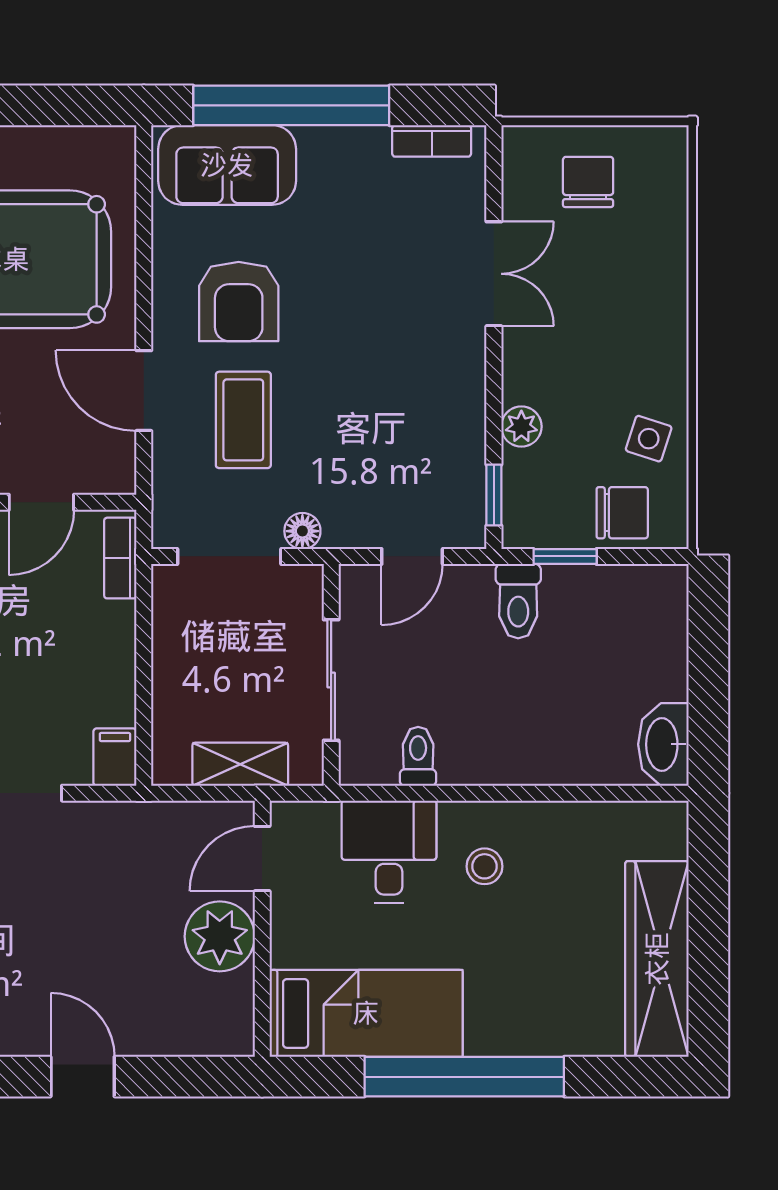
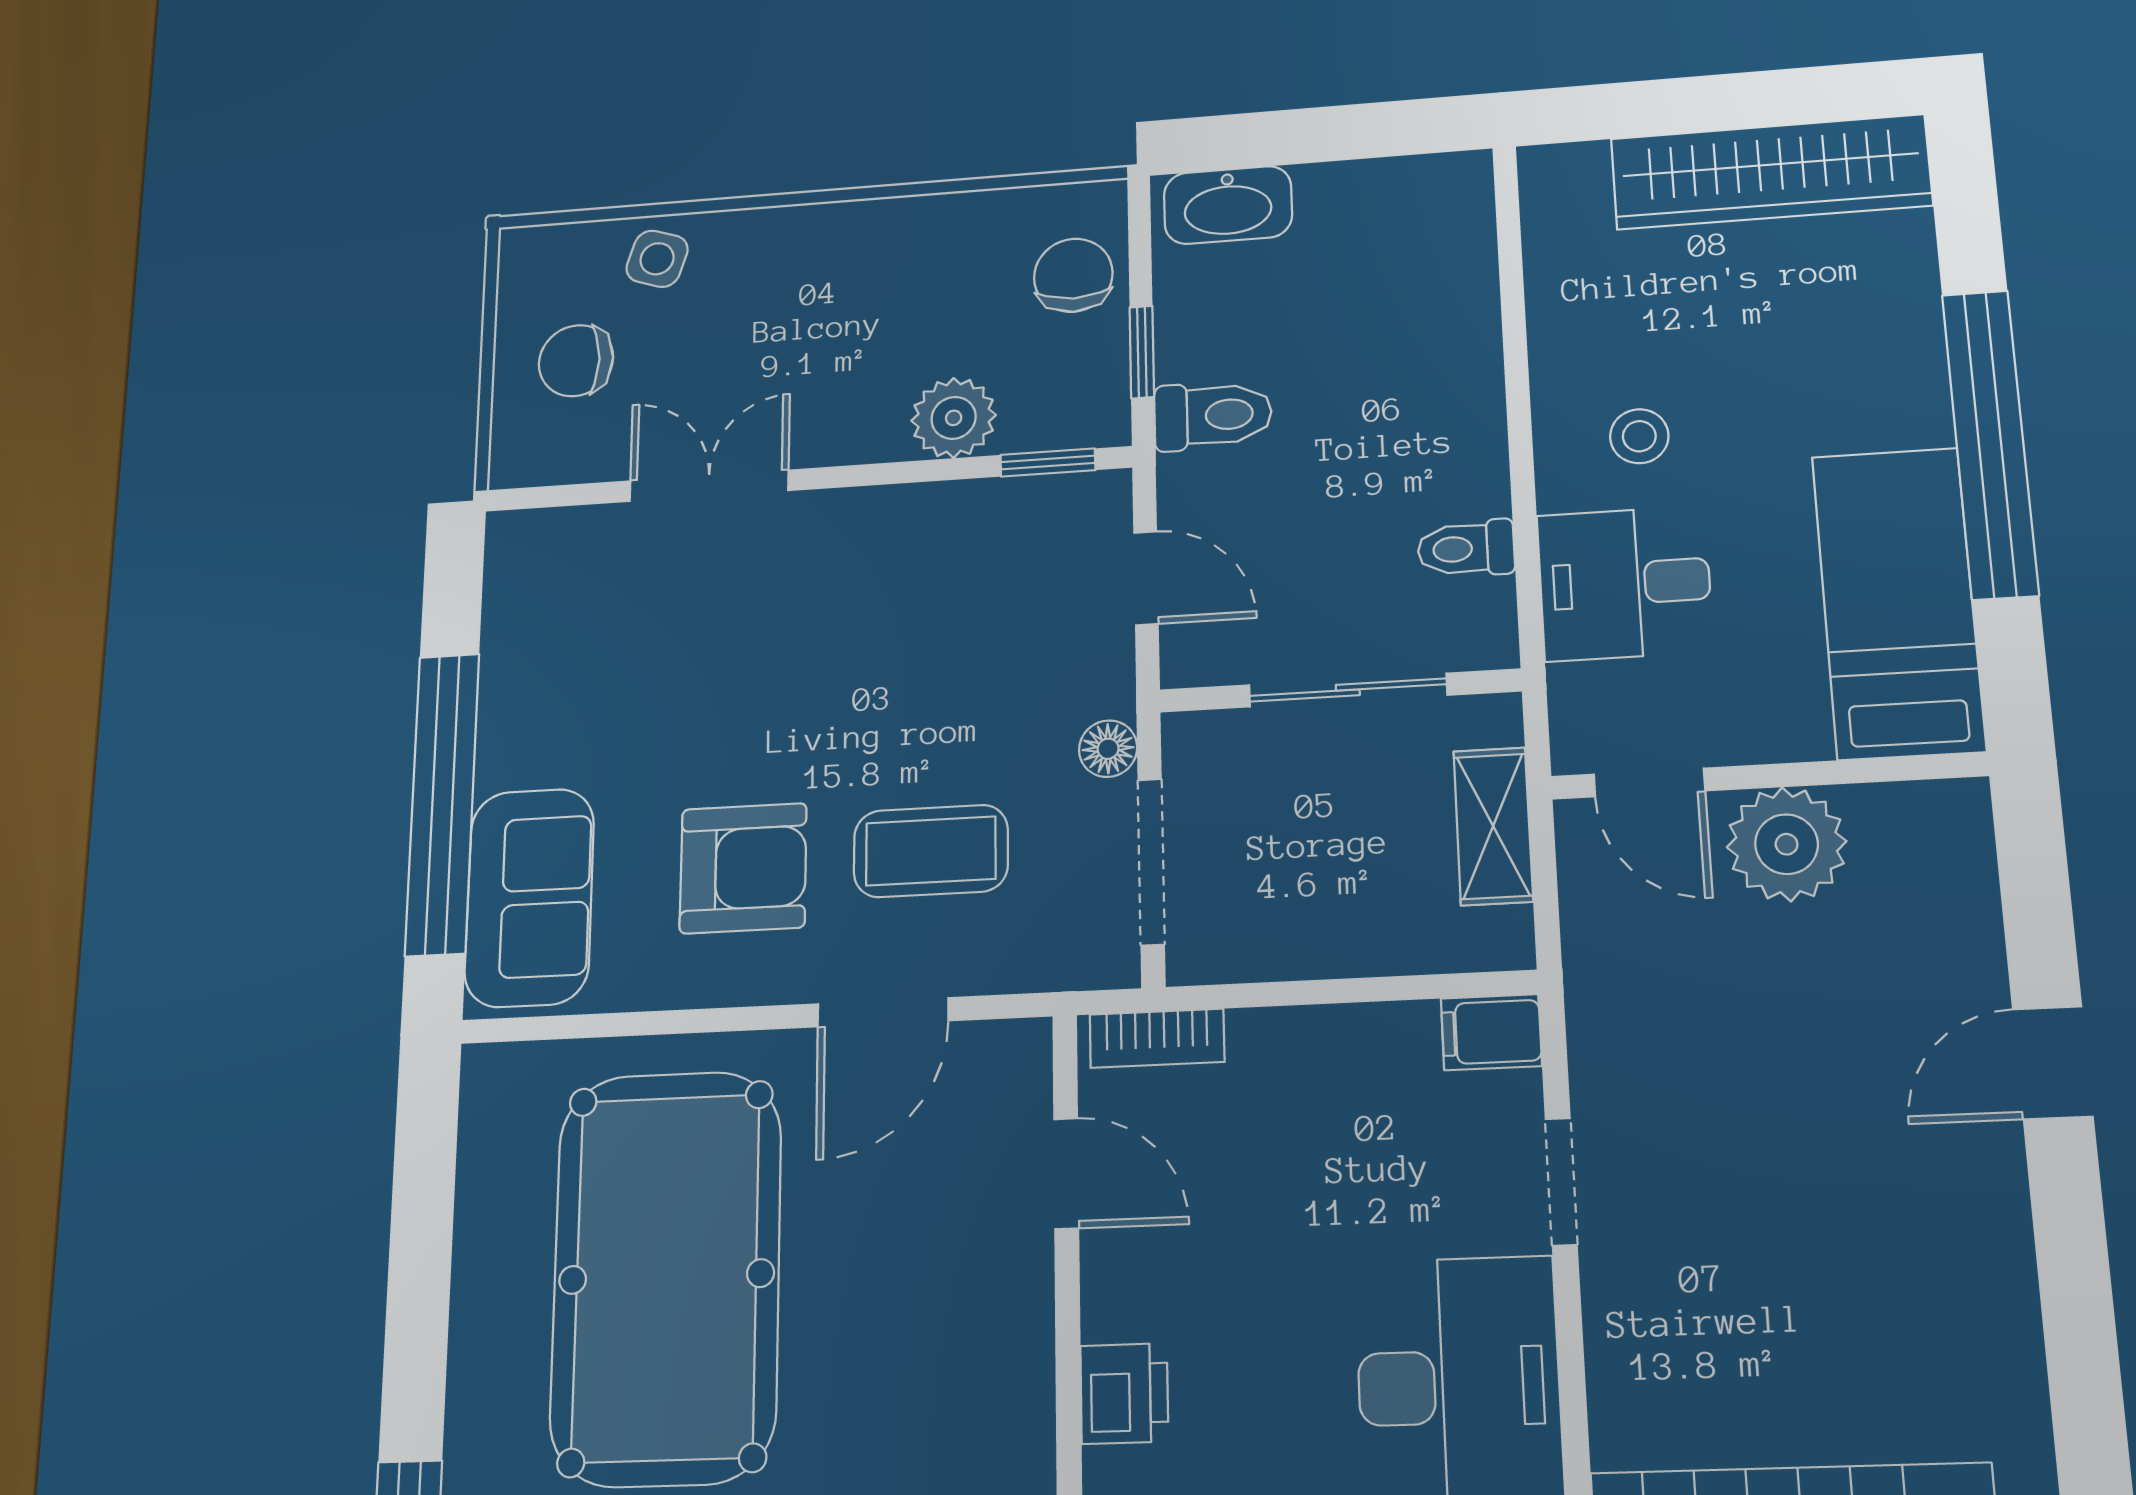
bookcase: (432, 141) -> (506, 590), removed
plant: (521, 427) -> (954, 418), width x1.38, depth x1.38
side table: (649, 439) -> (657, 259), moved
washbasin: (663, 744) -> (1228, 205), moved

